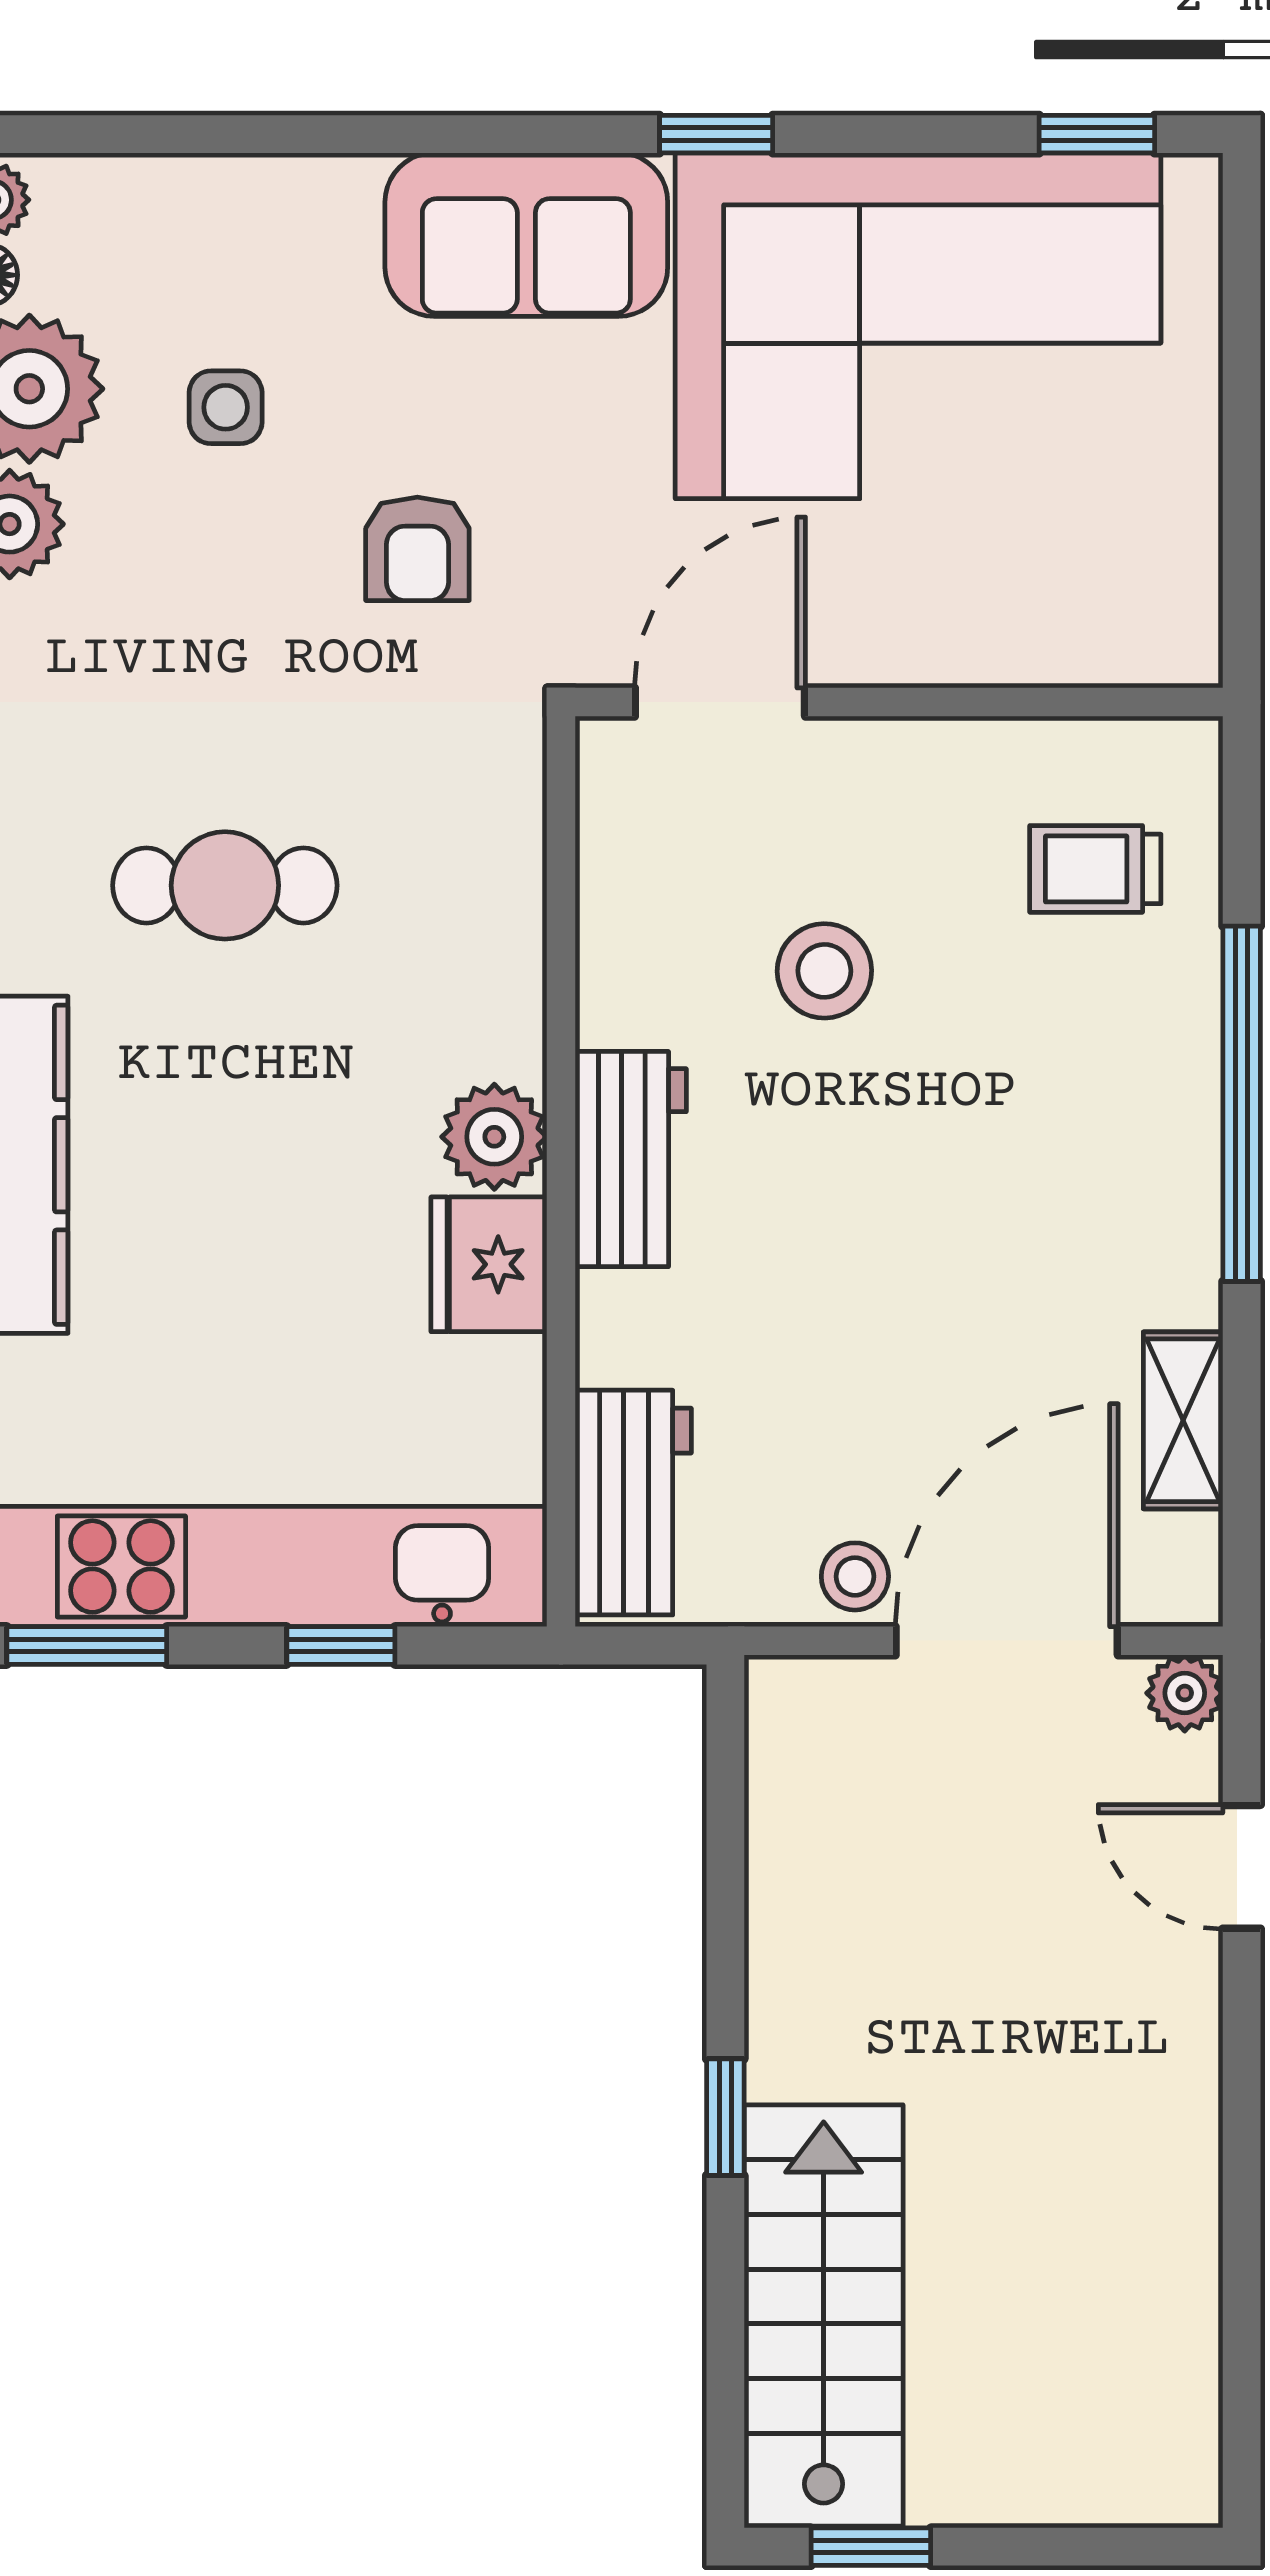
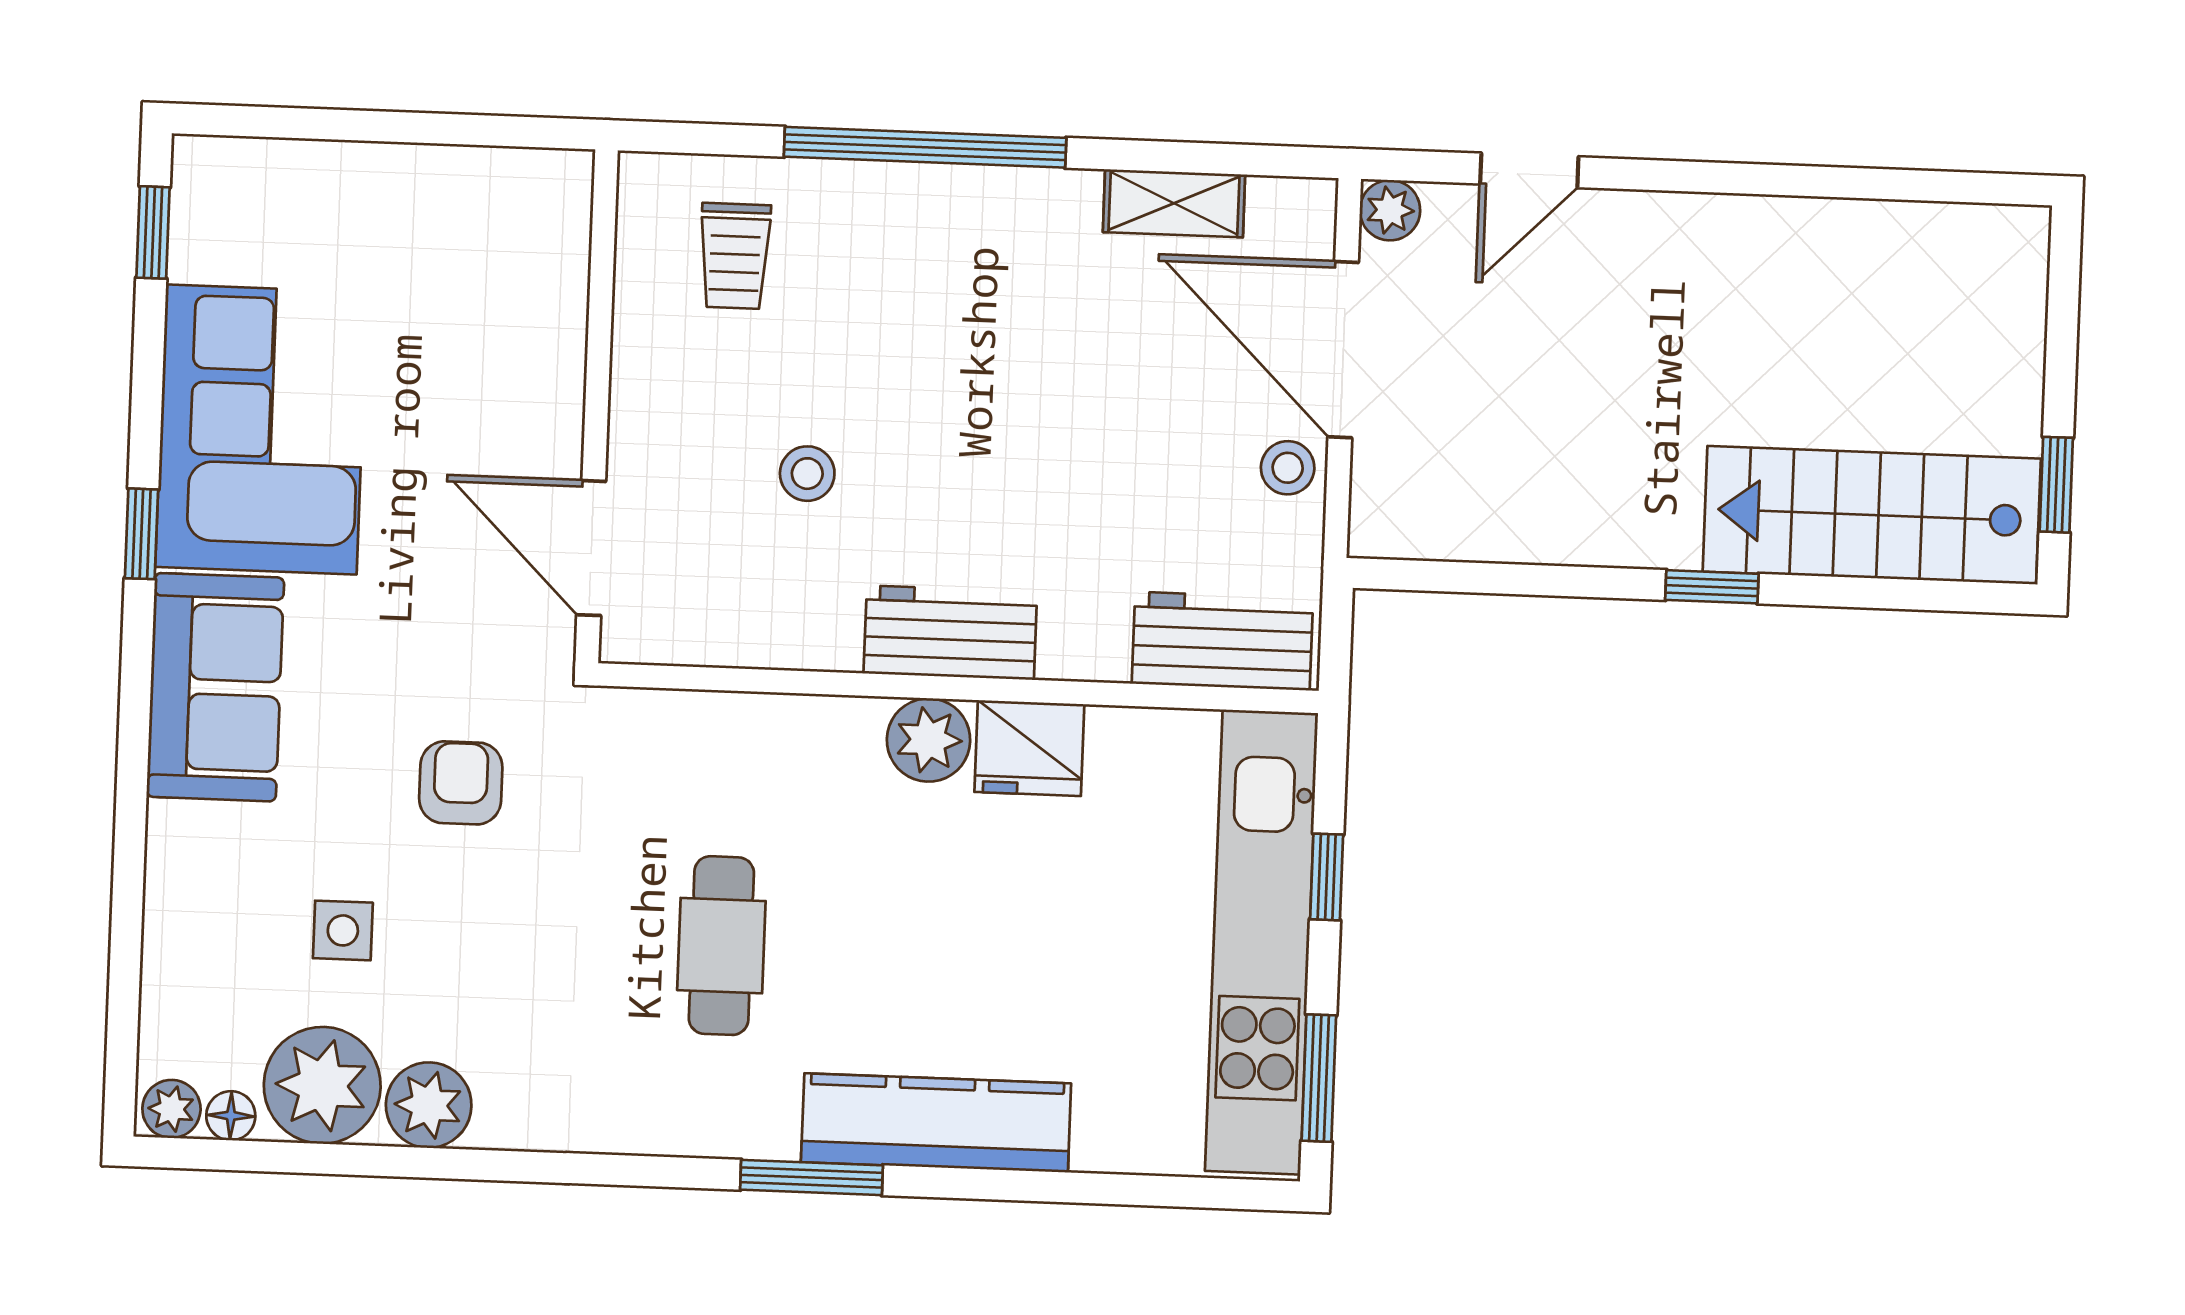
corner sofa: (918, 326) -> (261, 430), width x0.73, depth x0.74
armchair: (417, 549) -> (461, 783), turned -90
stool: (824, 971) -> (807, 474), width x0.73, depth x0.73

